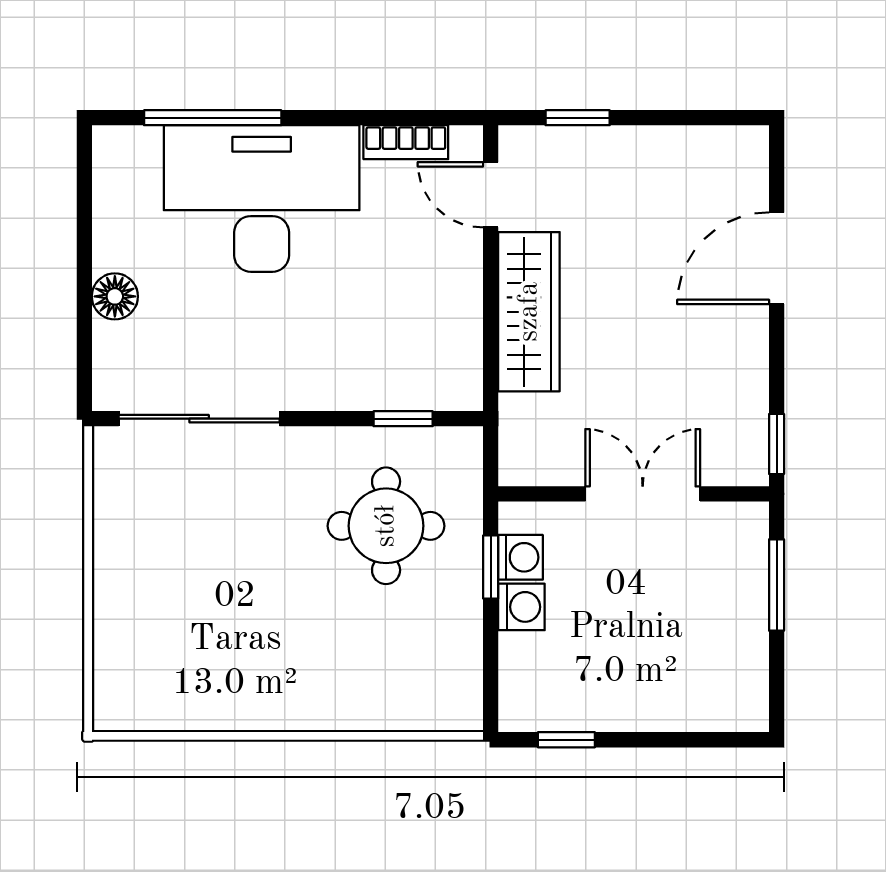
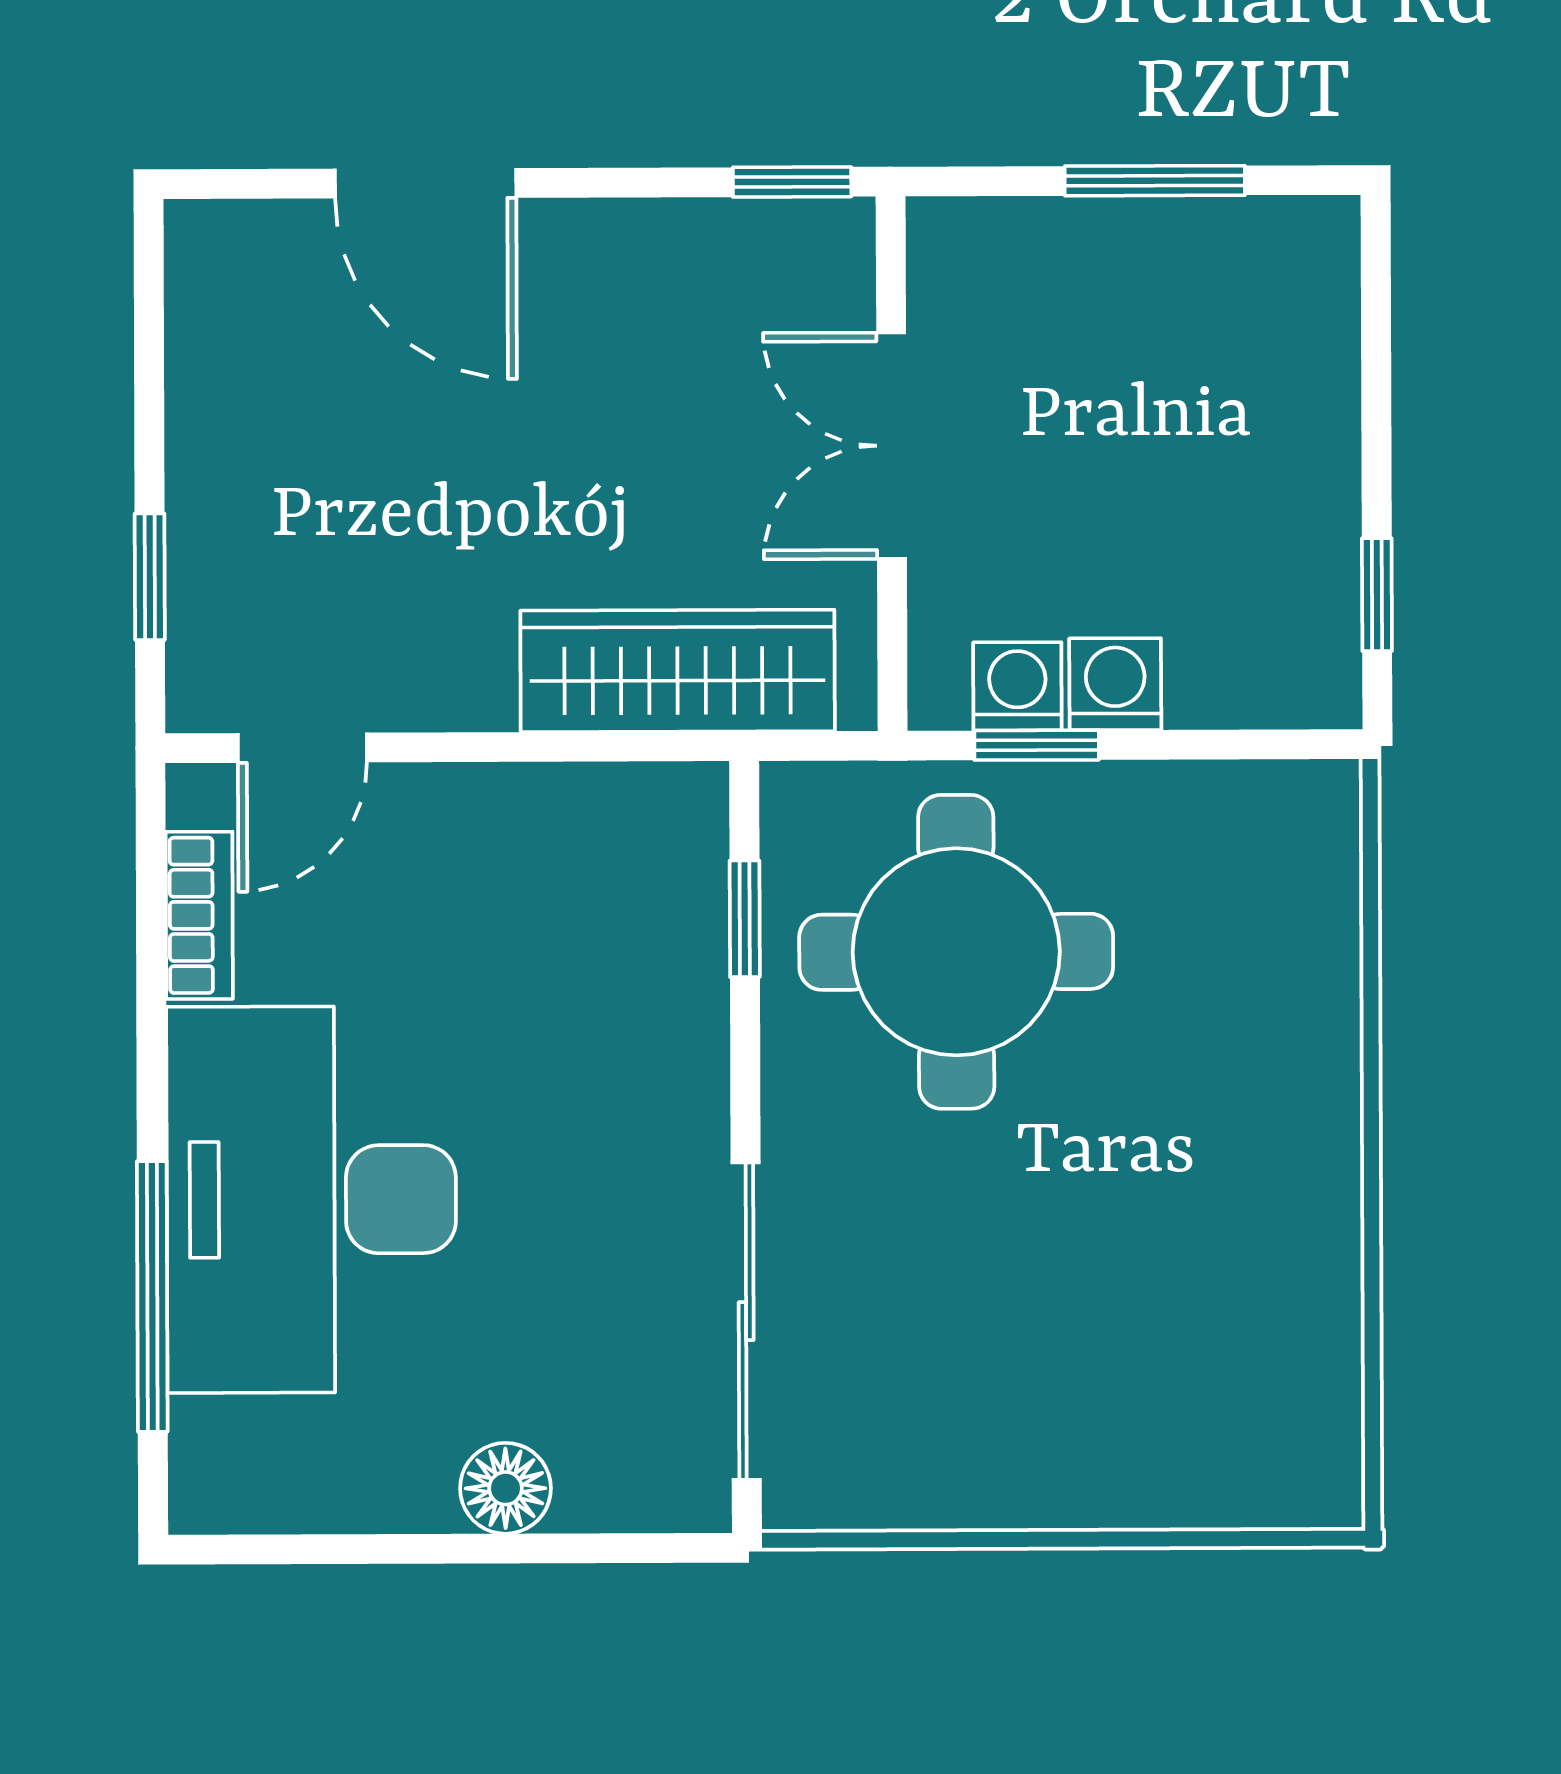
wardrobe: (529, 312) -> (678, 671), moved
round table: (386, 526) -> (956, 952), width x1.36, depth x1.36
window: (777, 585) -> (1155, 181), moved

